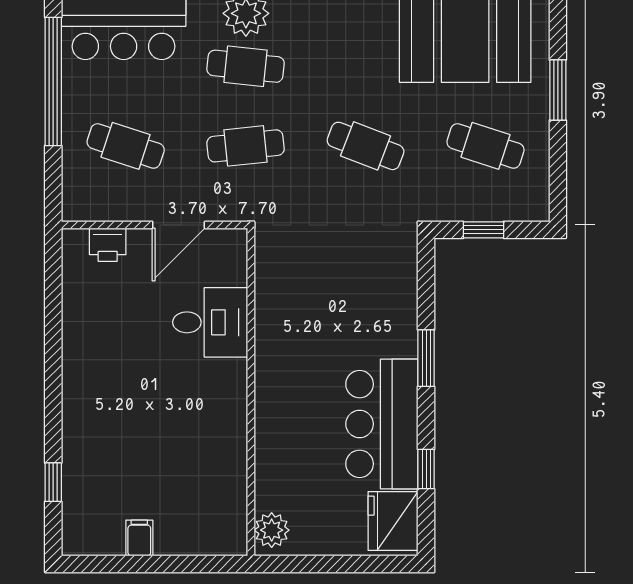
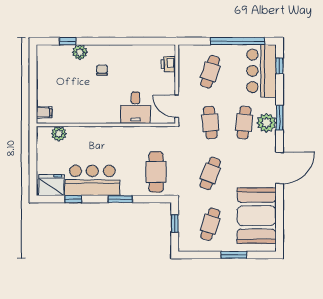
door: (179, 225) -> (177, 106), moved
cafe table: (362, 274) -> (156, 172), added
chair: (122, 401) -> (102, 70), added
plant: (79, 454) -> (80, 52), added
plant: (272, 530) -> (59, 134), moved
filing cabinet: (139, 538) -> (44, 112), moved

